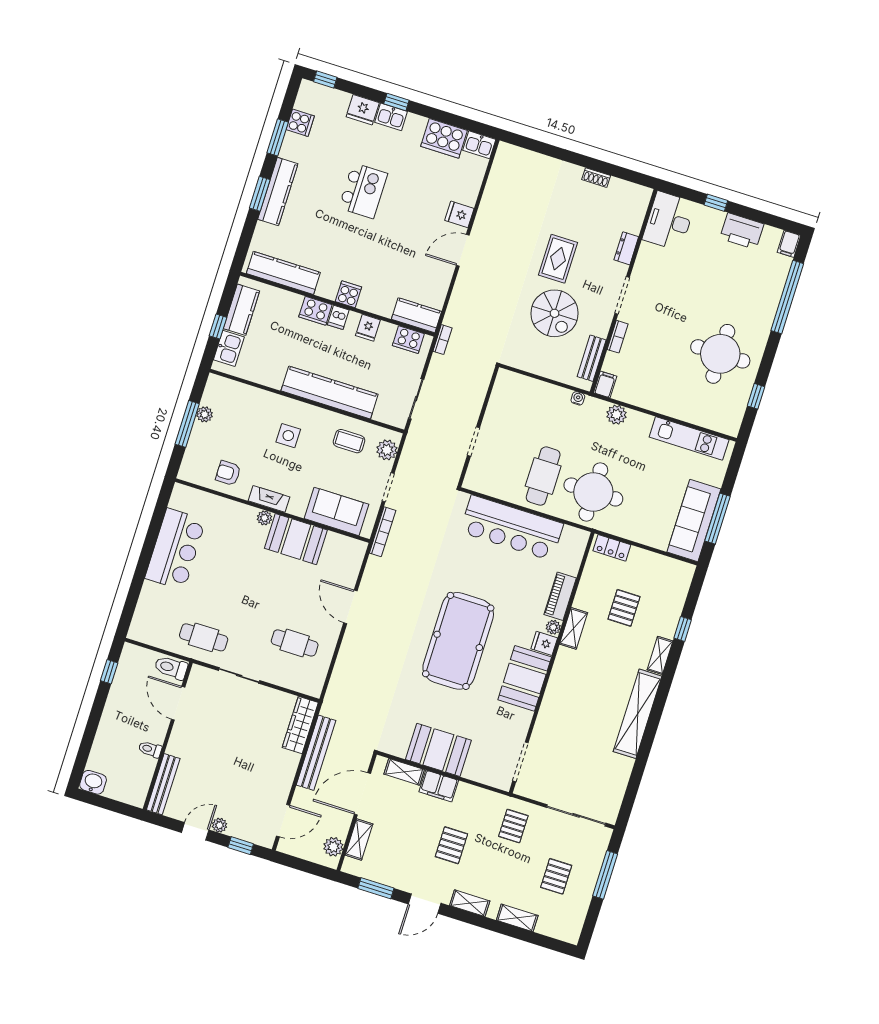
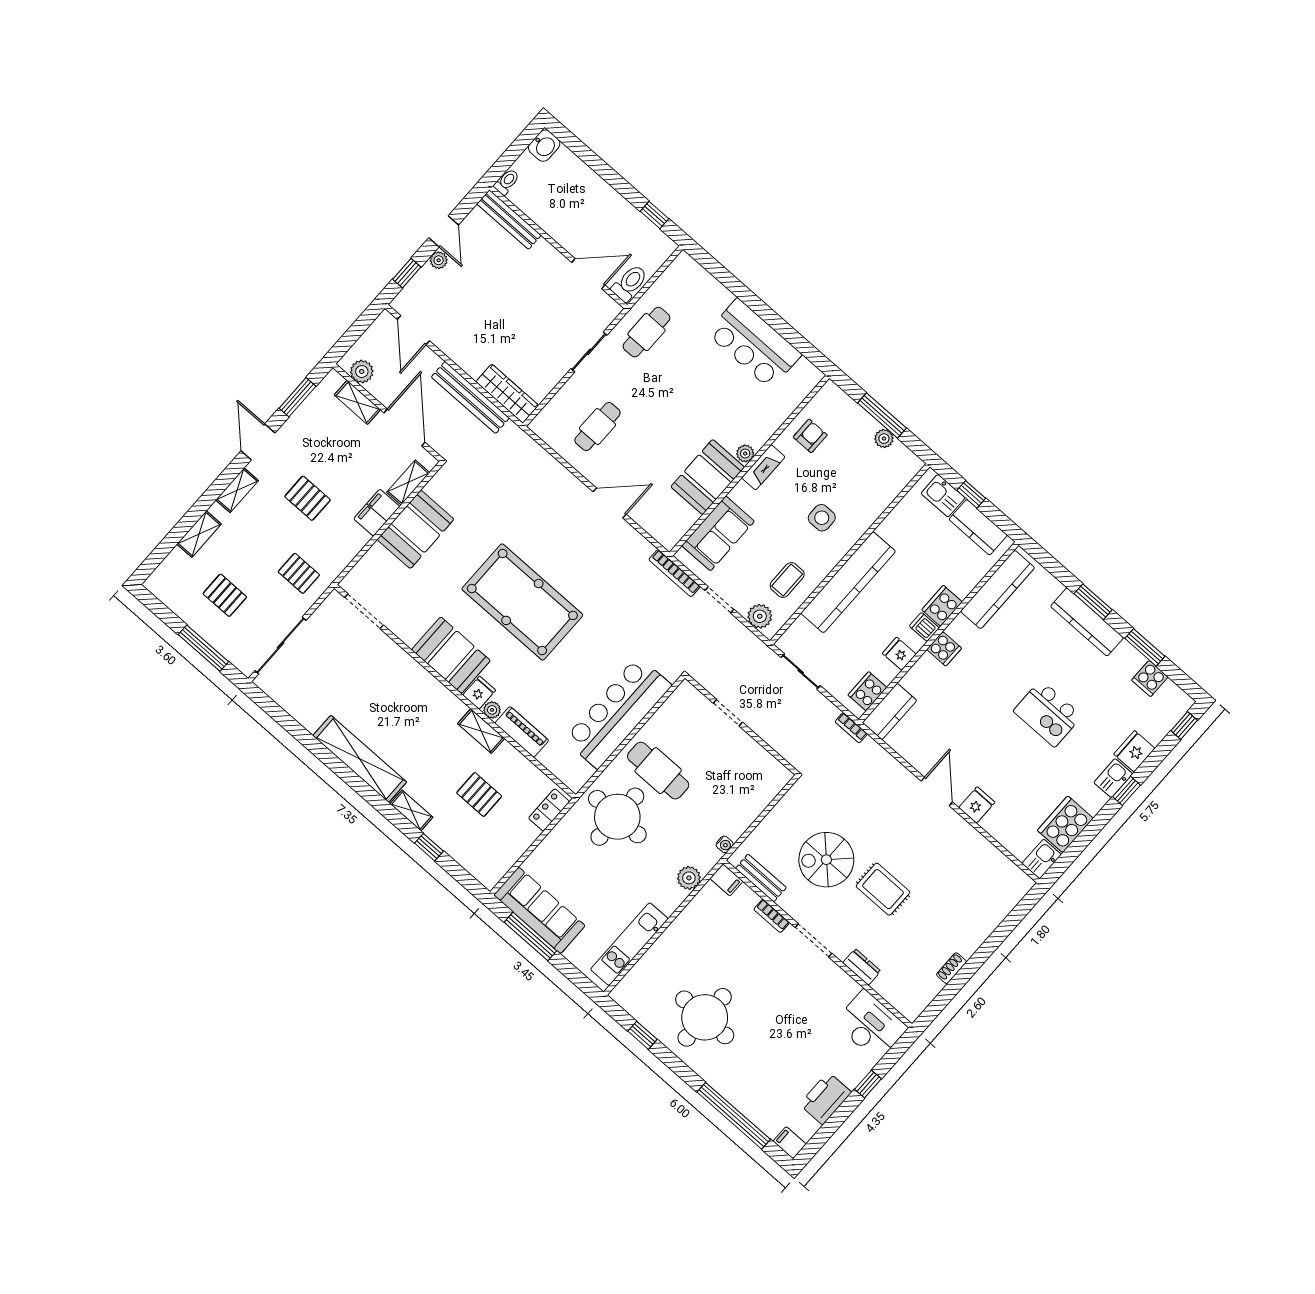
toilet: (150, 749) -> (507, 182), moved

